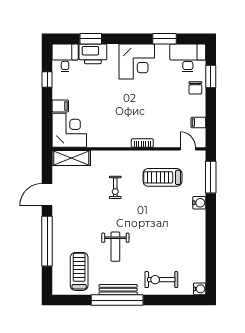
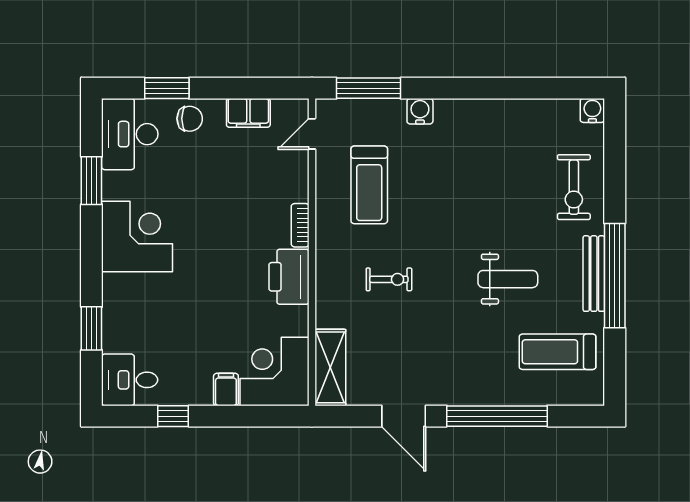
printer: (93, 54) -> (289, 277), moved, turned 180
filing cabinet: (198, 123) -> (248, 113), width x2.00

